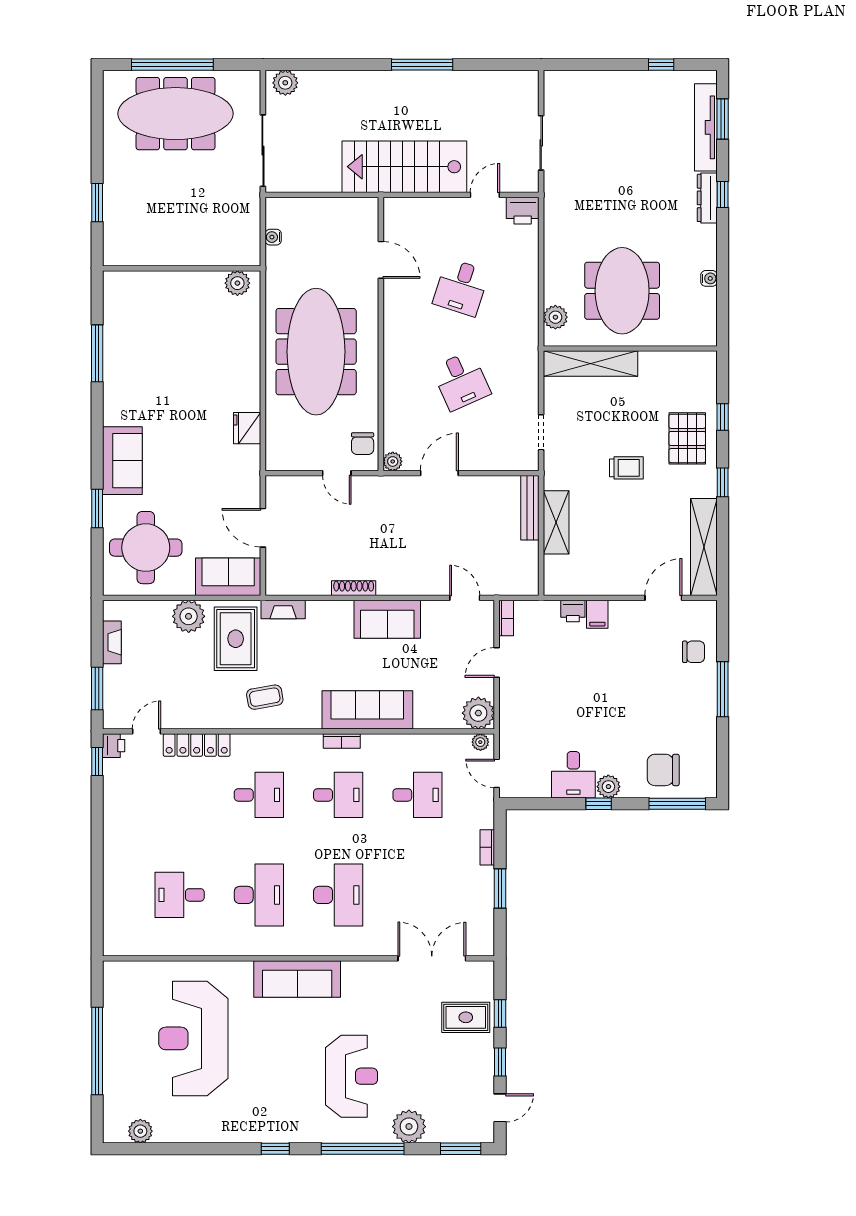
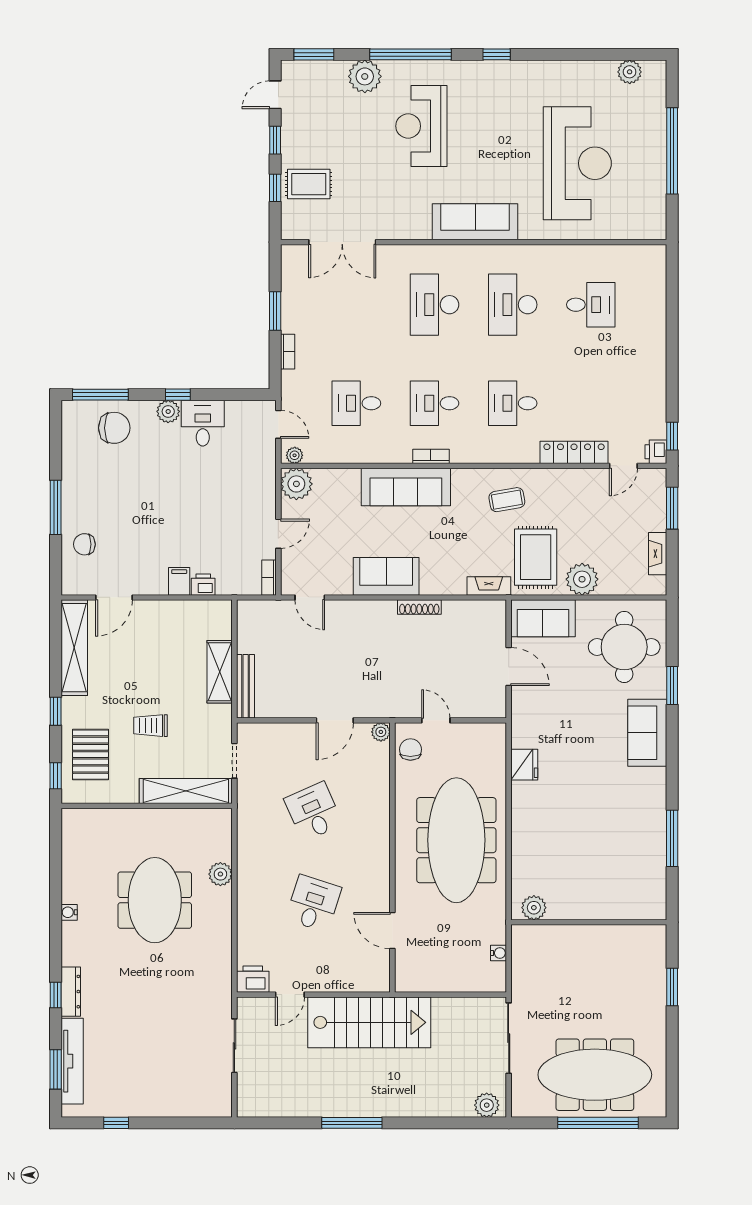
wall: (630, 348) -> (147, 806), moved
shelving: (591, 364) -> (186, 791), moved

